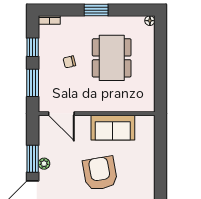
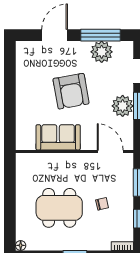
dining table: (112, 58) -> (59, 208), turned 90
plant: (44, 164) -> (123, 106), width x1.87, depth x1.87

